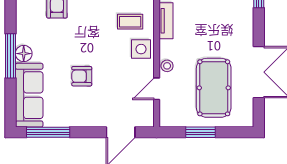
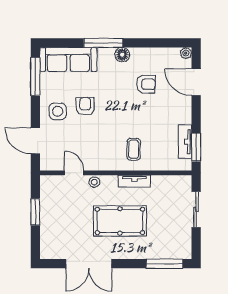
side table: (141, 49) -> (58, 111), moved
floor lamp: (24, 54) -> (122, 55), moved
pool table: (214, 88) -> (120, 221), moved

